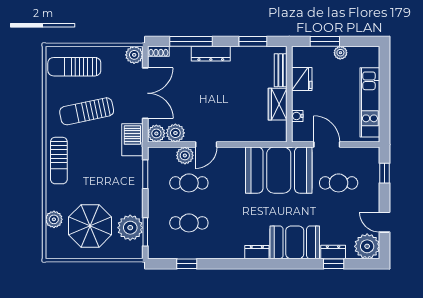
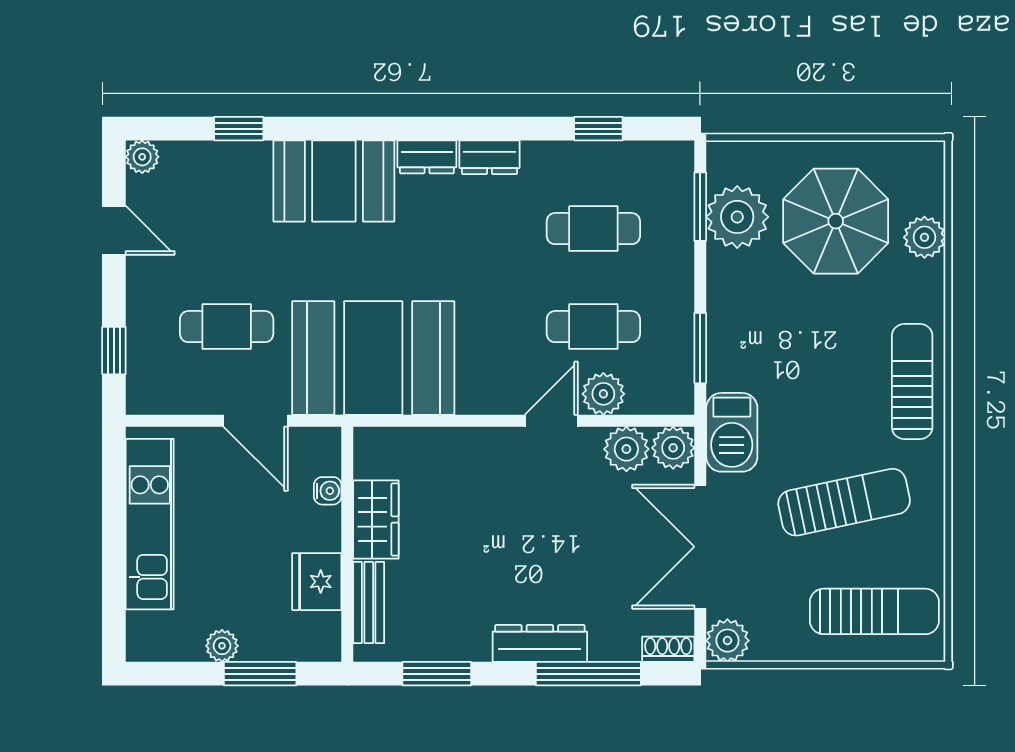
plant: (367, 246) -> (142, 157), width x0.53, depth x0.53
dresser: (333, 252) -> (490, 157), moved

